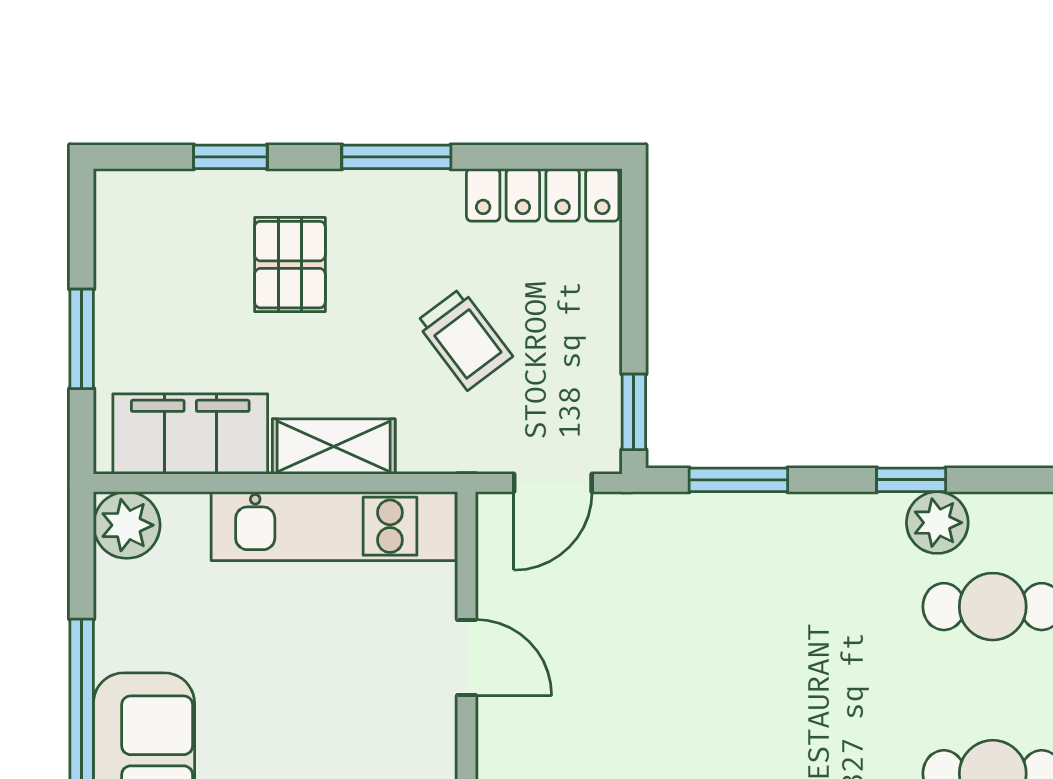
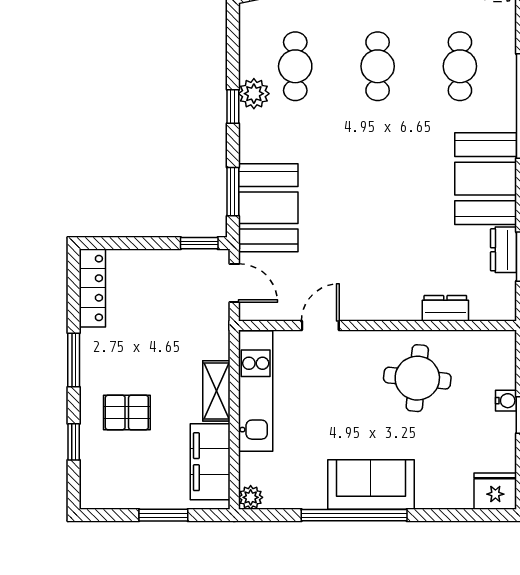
trolley: (464, 339) -> (163, 327), removed
plant: (127, 525) -> (251, 497), width x0.73, depth x0.73
booth: (705, 552) -> (268, 208), added

